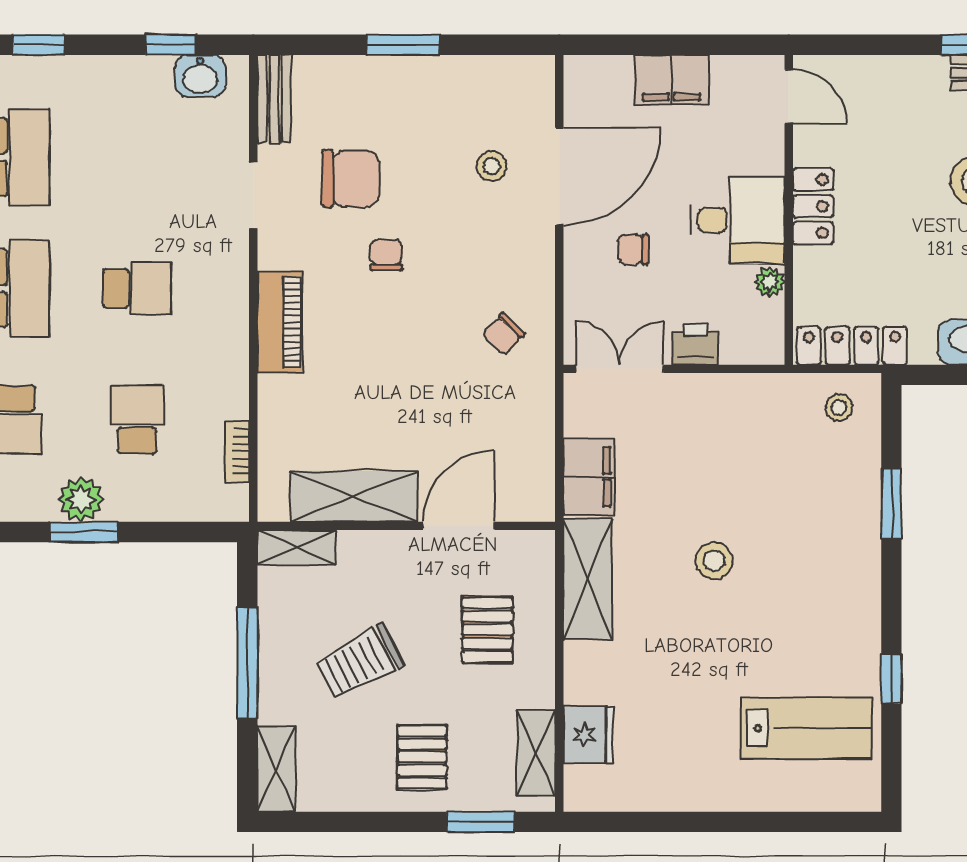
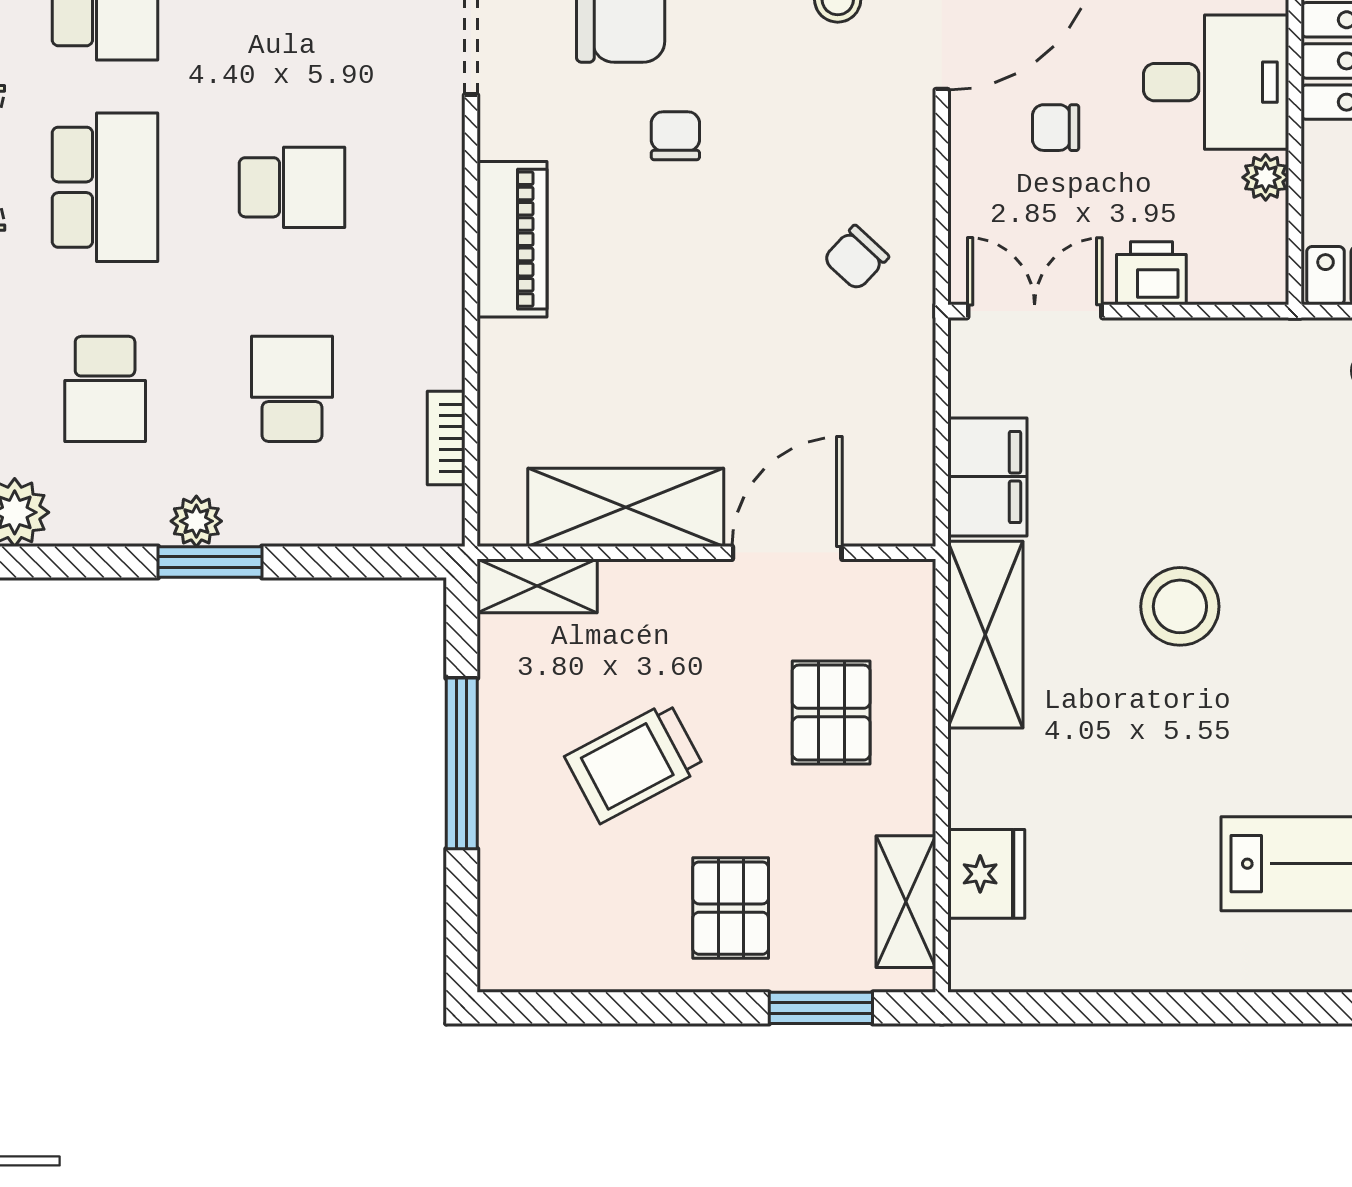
plant: (81, 499) -> (196, 521), width x0.73, depth x0.73
stool: (714, 561) -> (1180, 606), width x1.38, depth x1.38
shelving: (277, 769) -> (507, 927), removed

